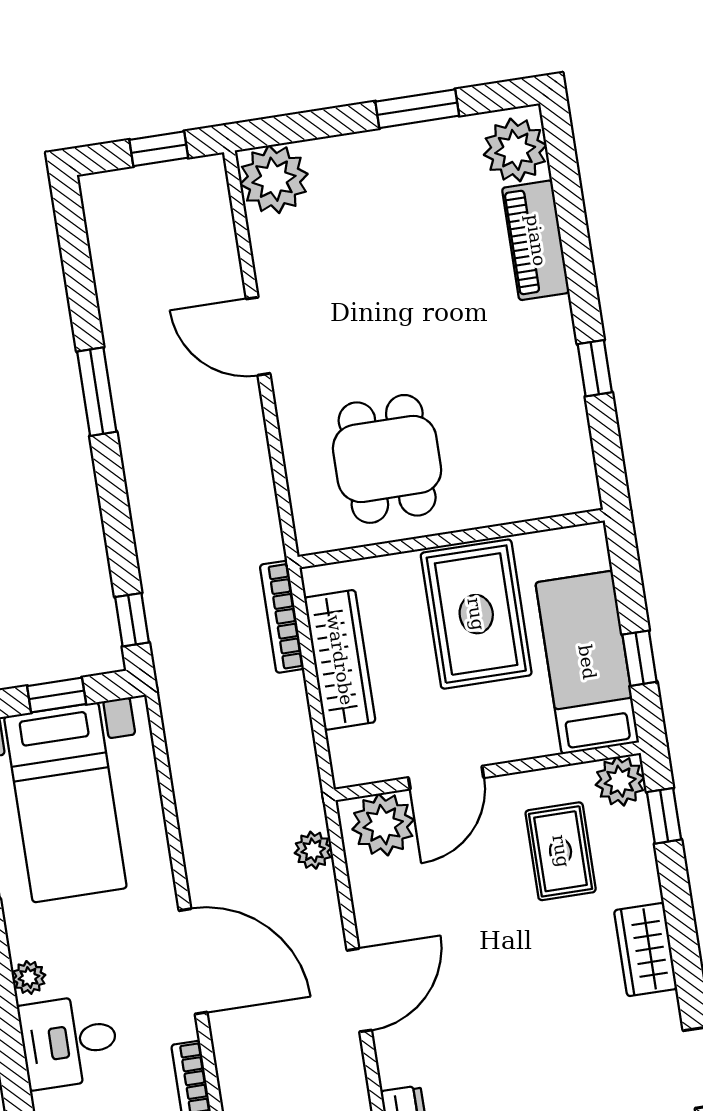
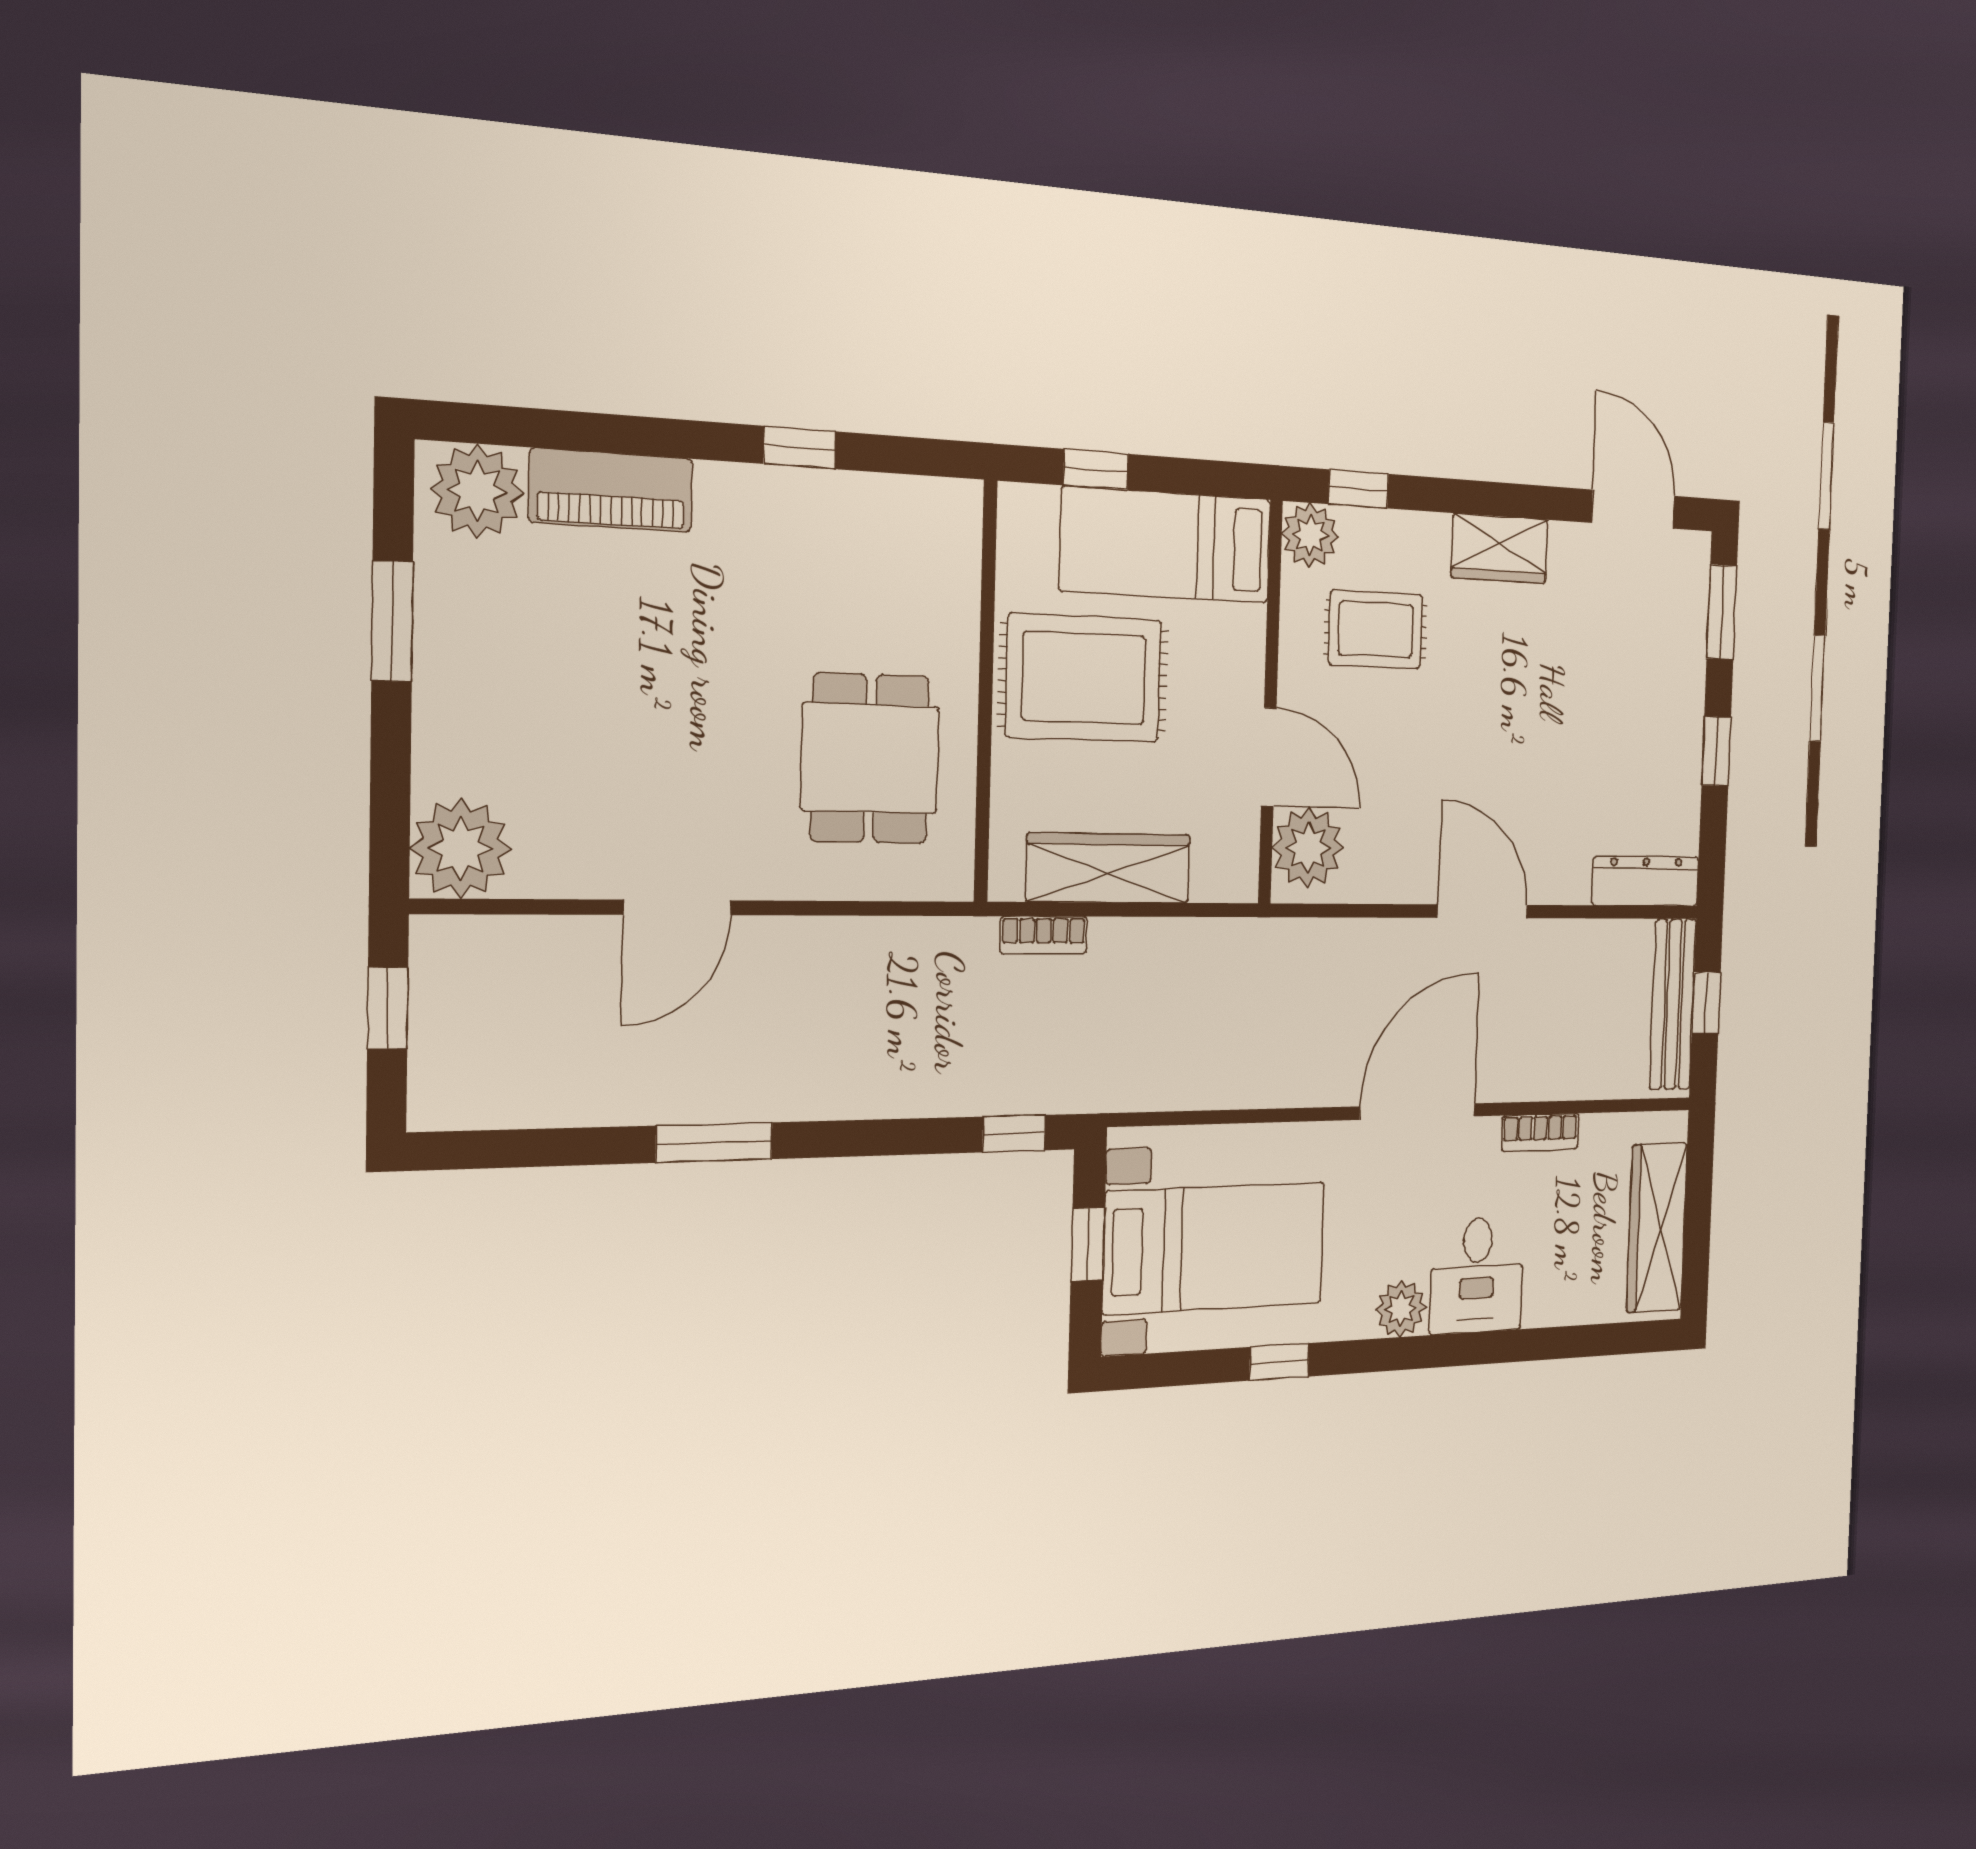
dining table: (387, 459) -> (870, 758), turned 90
bookcase: (282, 617) -> (1044, 935), width x0.64
window: (640, 658) -> (1096, 470), moved
plant: (313, 850) -> (1322, 941), removed
plant: (29, 977) -> (1401, 1309), width x1.38, depth x1.38

